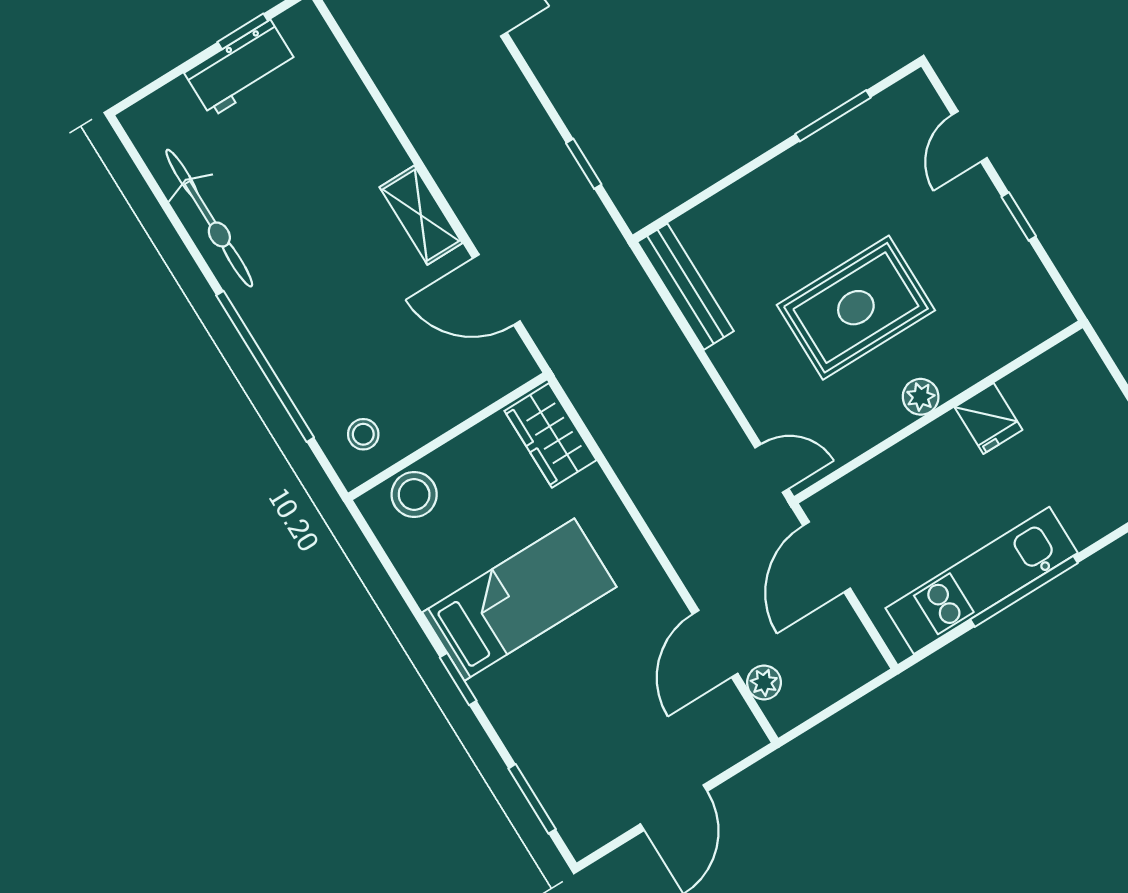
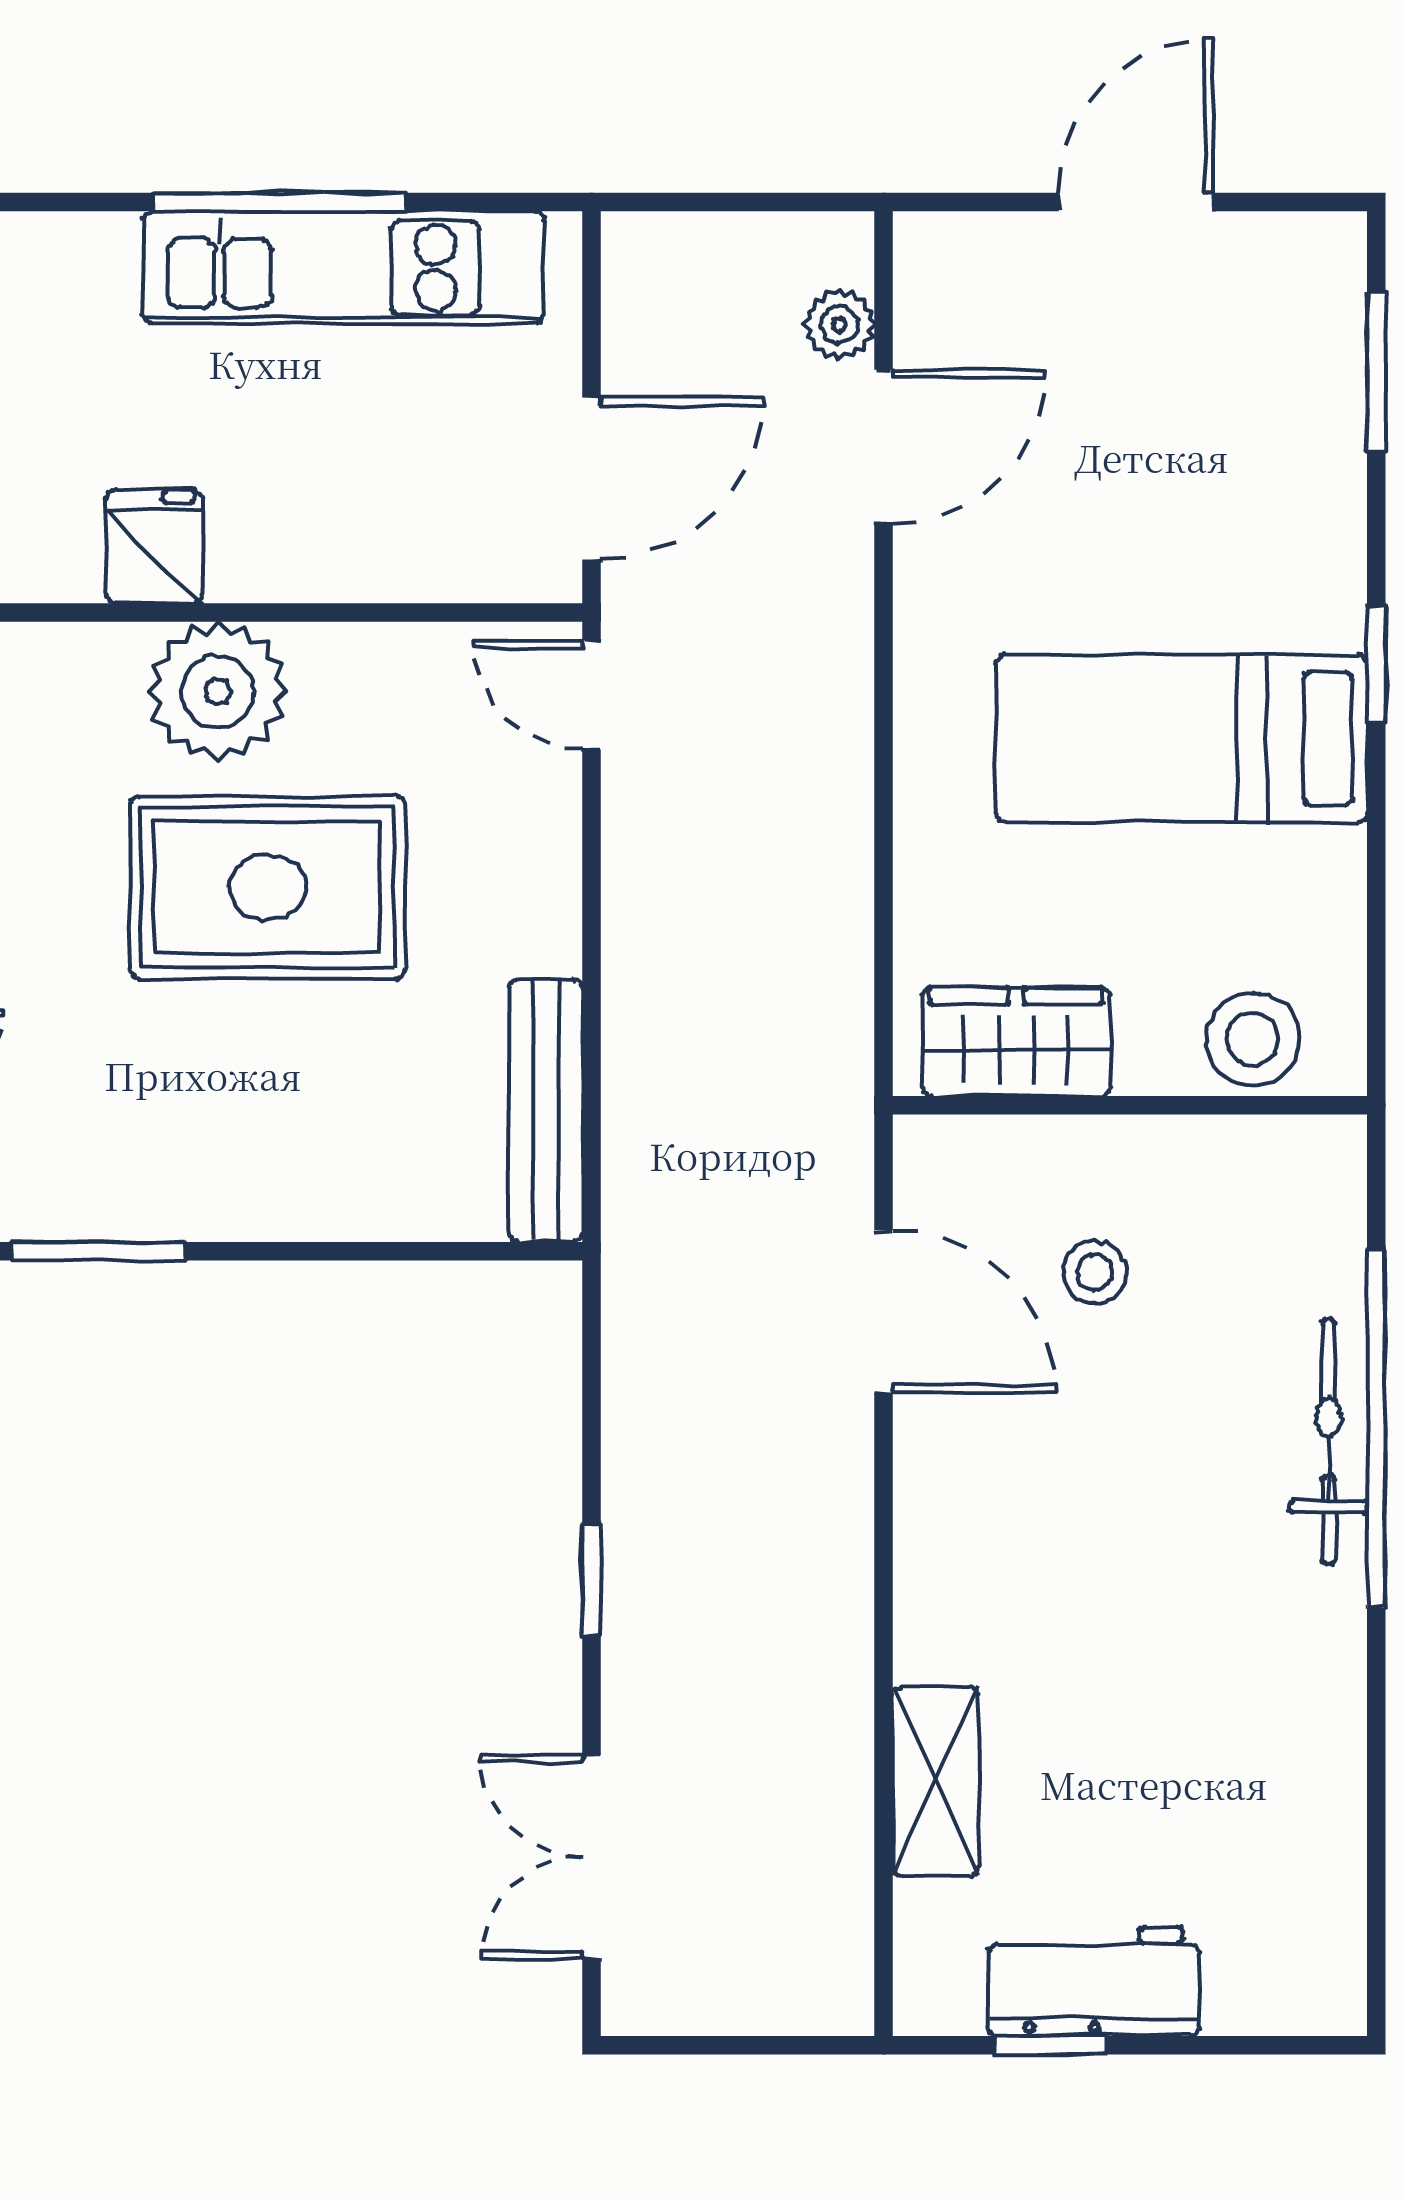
window: (584, 164) -> (592, 1580), moved
shelving: (421, 215) -> (935, 1781), moved
bicycle: (209, 218) -> (1329, 1442), moved, width x0.73, depth x0.71
plant: (921, 397) -> (218, 691), width x1.88, depth x1.88
stool: (363, 434) -> (1095, 1272), moved
wardrobe: (550, 436) -> (1016, 1042), moved, turned -90

